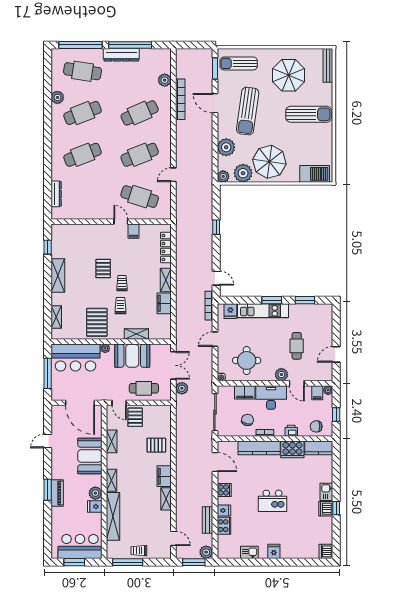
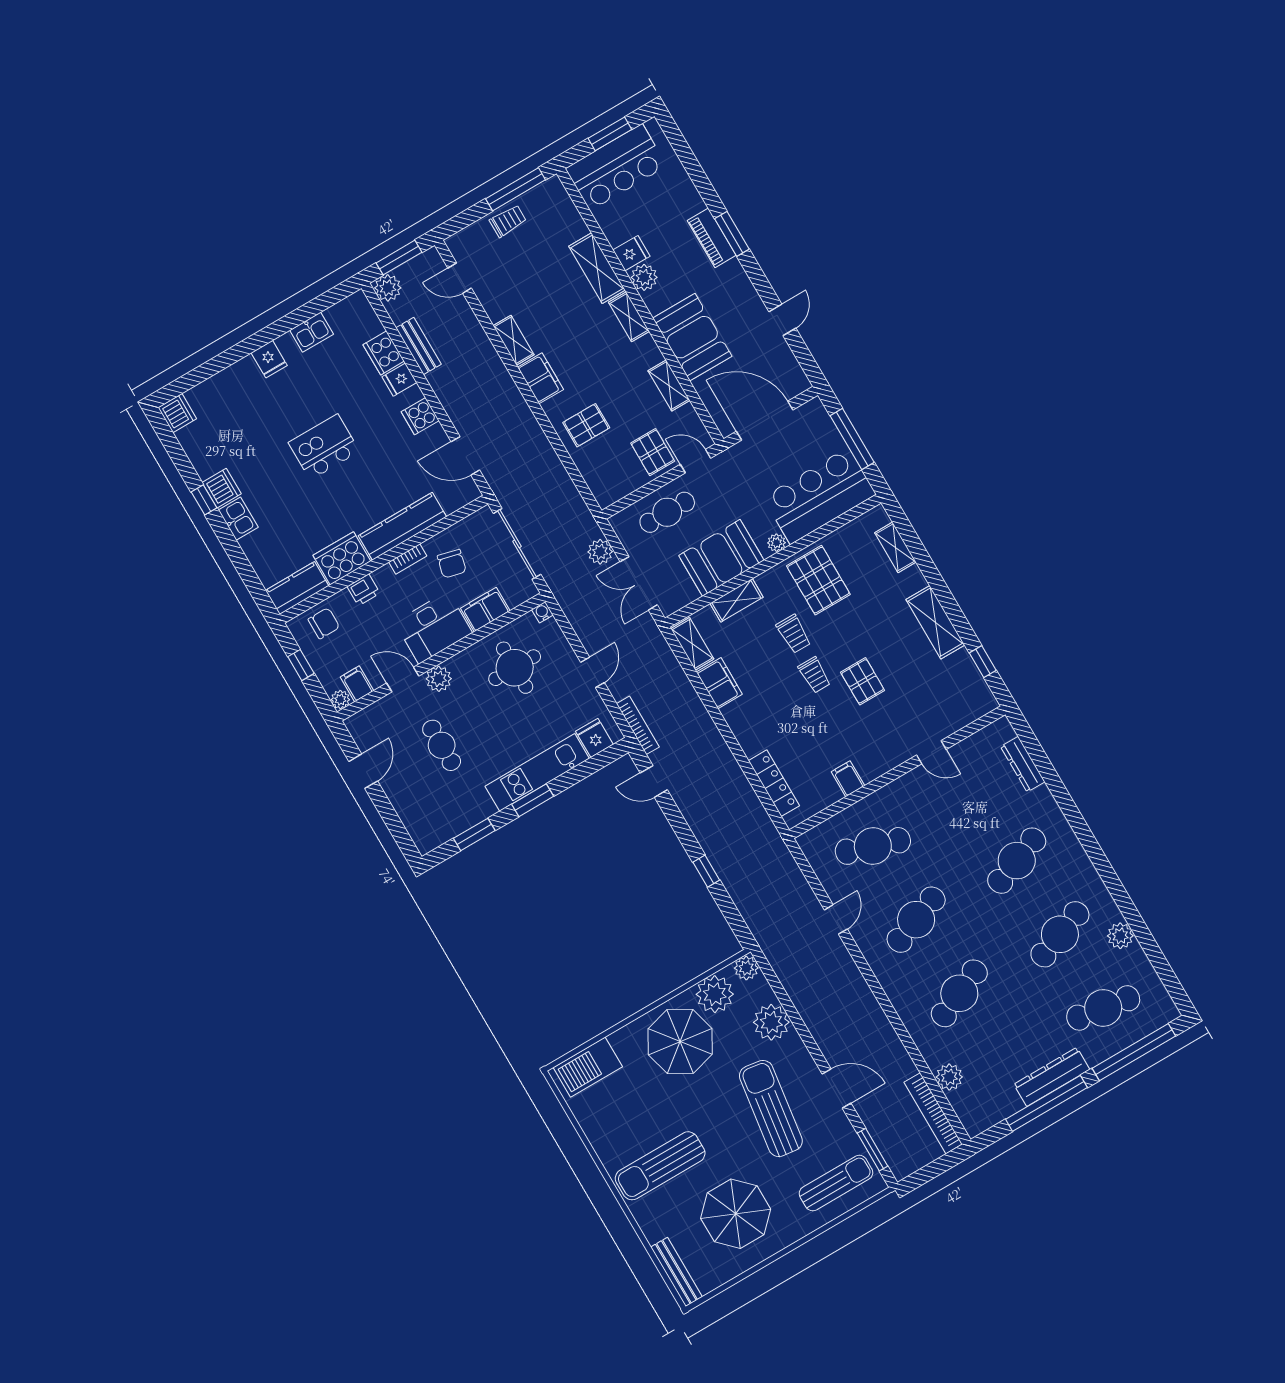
bookcase: (180, 99) -> (933, 1113), moved
door: (121, 222) -> (931, 752), moved
shelving: (166, 280) -> (692, 644), moved
shelving: (113, 516) -> (597, 268), width x0.68

